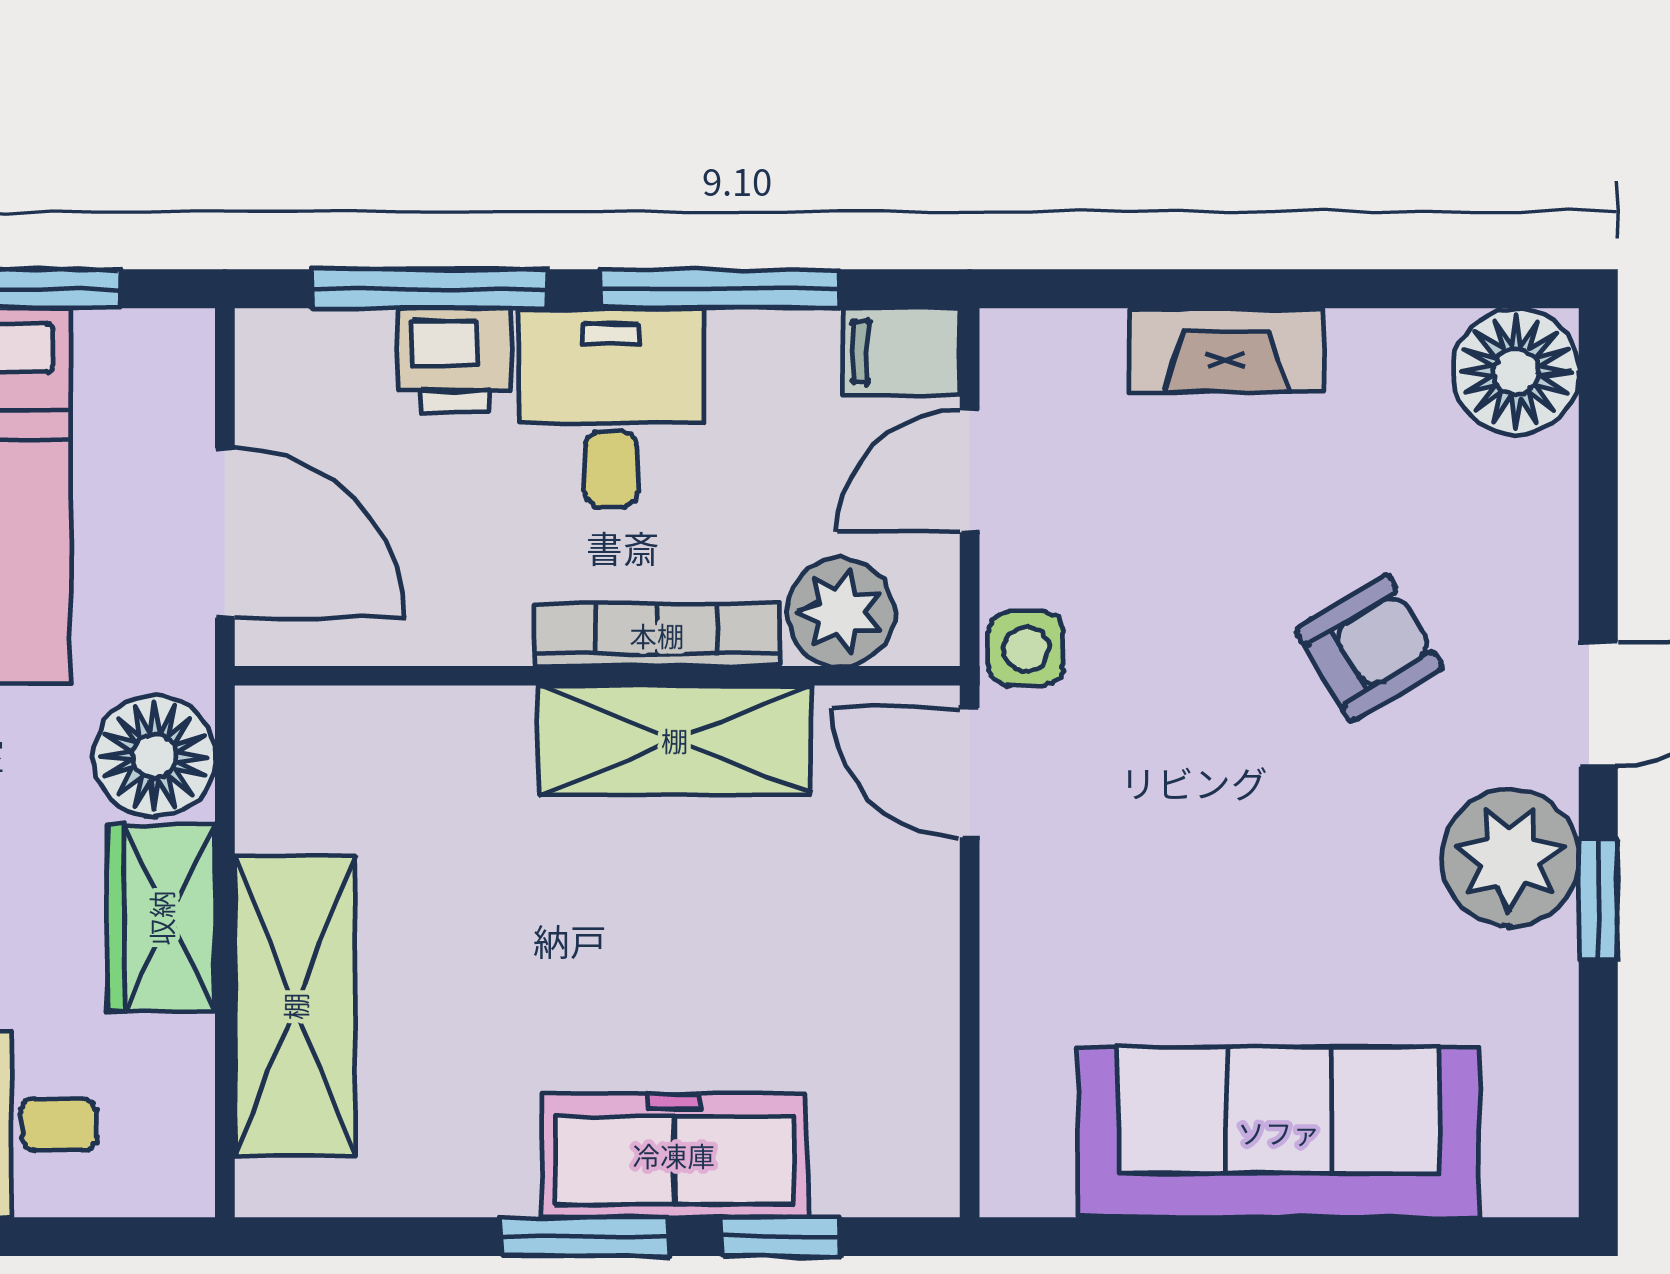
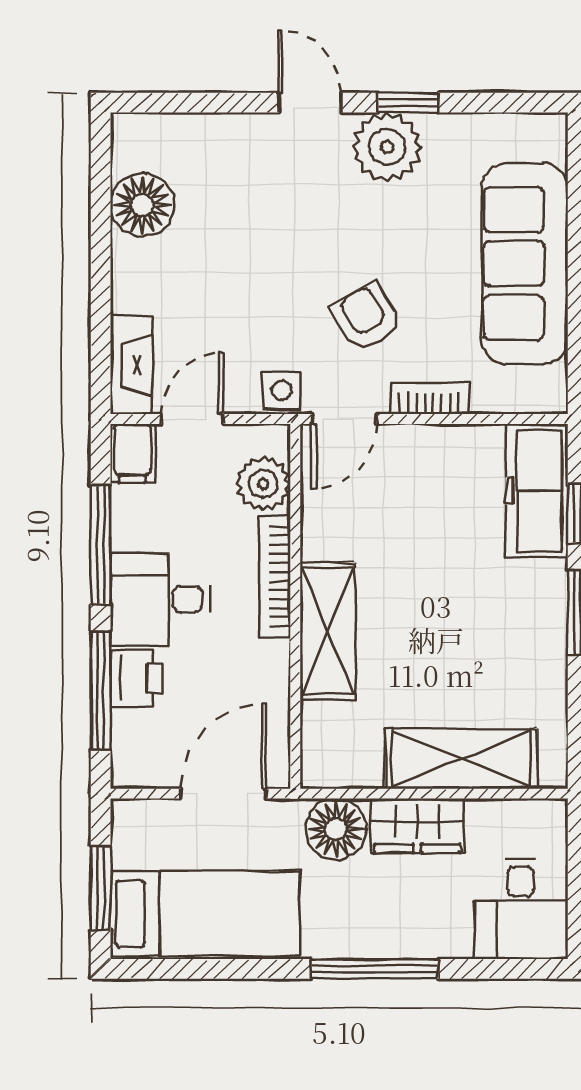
fireplace: (1226, 350) -> (131, 365), moved
floor lamp: (1516, 371) -> (142, 205), moved
door: (970, 471) -> (192, 419), swing flipped
armchair: (1369, 648) -> (366, 317), moved
shelving: (675, 740) -> (328, 631), moved
bookcase: (1010, 942) -> (429, 398), added
freezer: (674, 1155) -> (537, 491), moved

